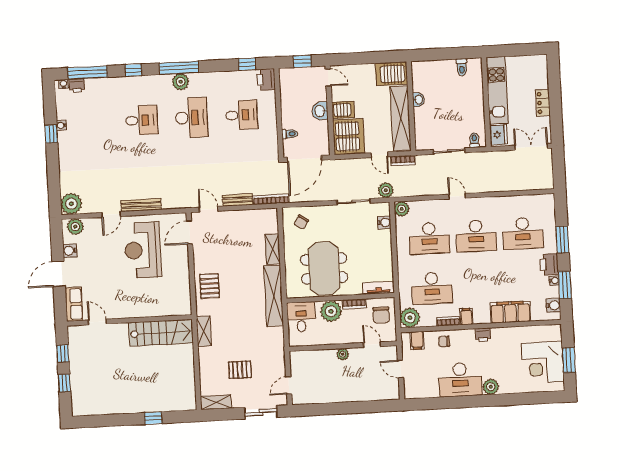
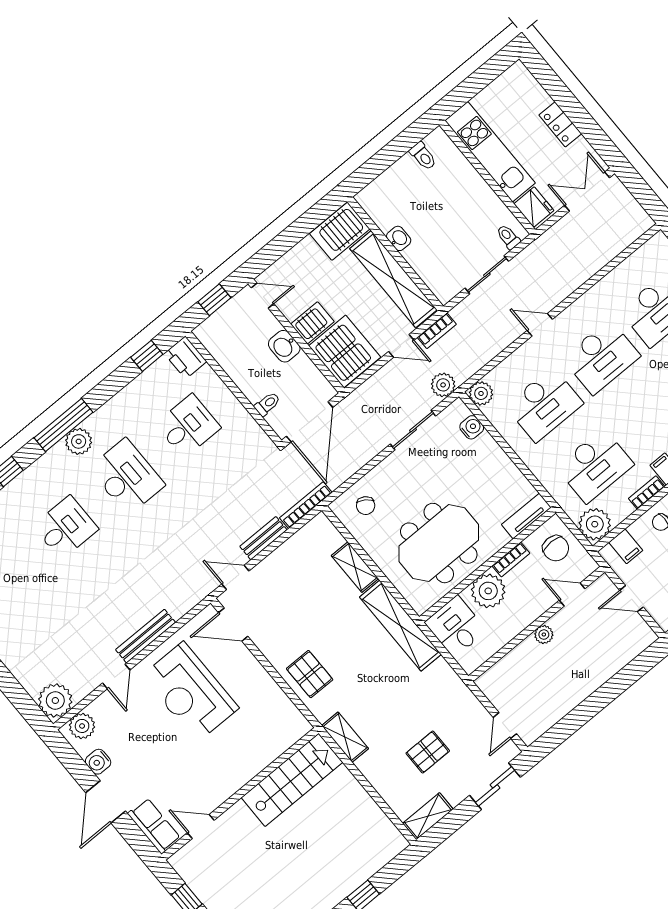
door: (190, 232) -> (233, 625), hinge flipped
meeting table: (324, 268) -> (439, 543), turned 90

